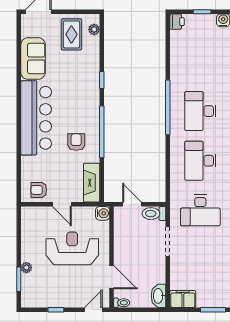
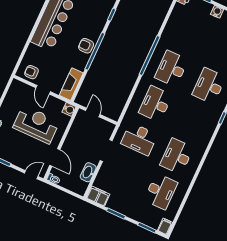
armchair: (76, 142) -> (86, 46), moved, turned -90
toilet: (154, 214) -> (105, 126), removed
washbasin: (159, 296) -> (88, 172), moved

